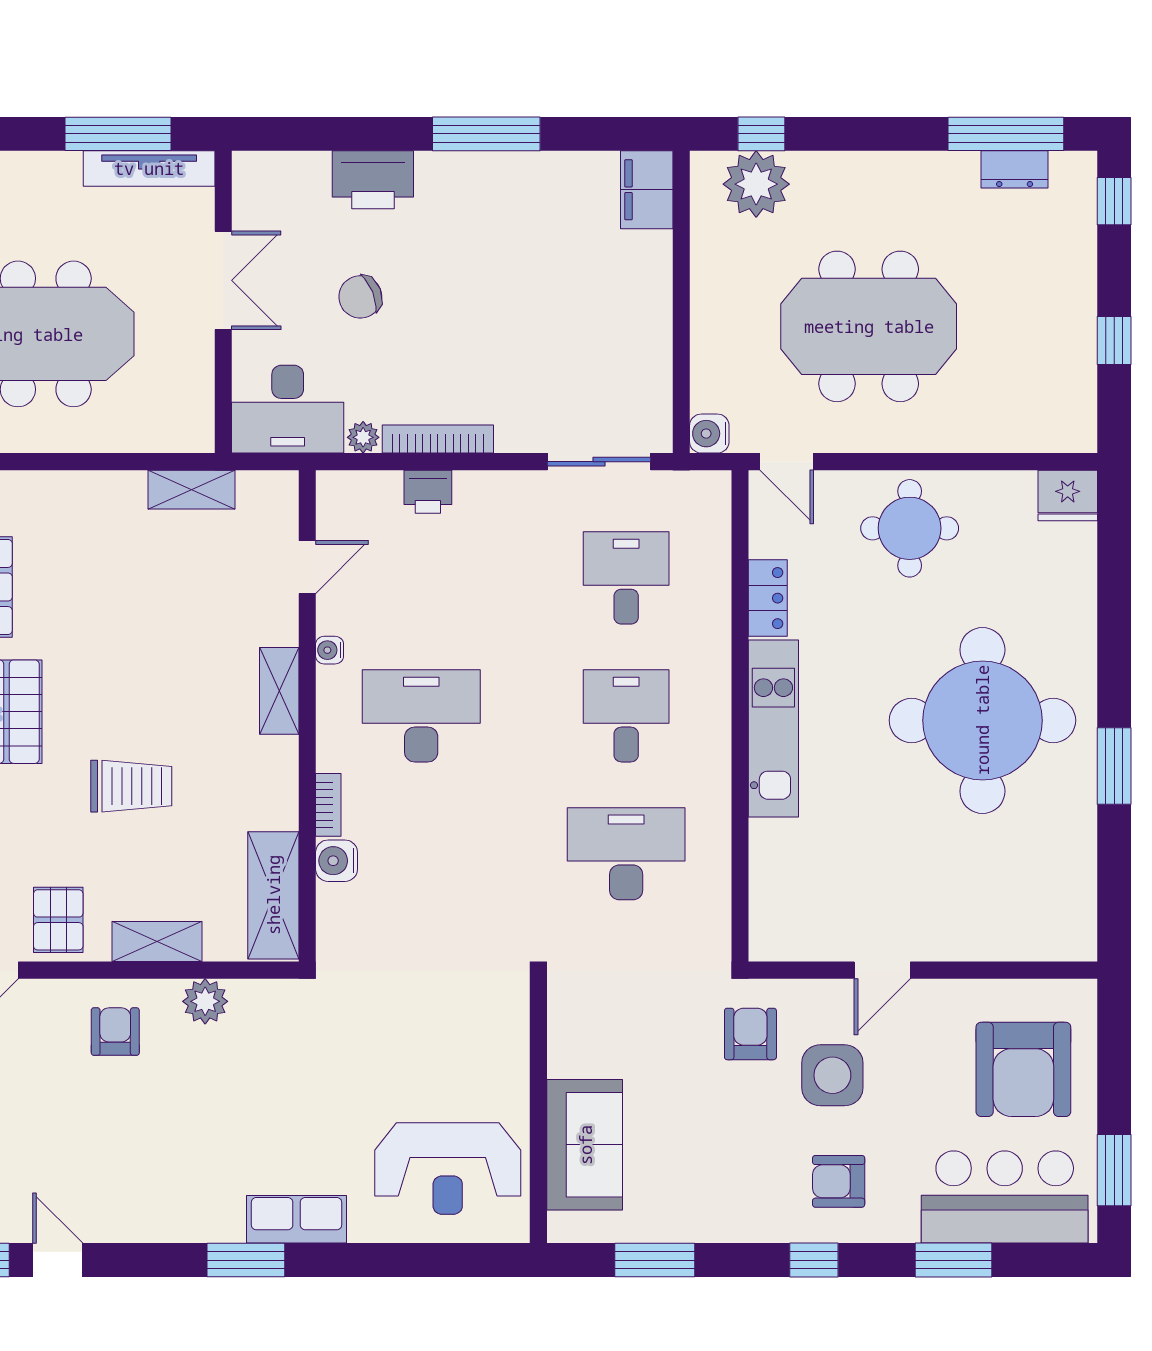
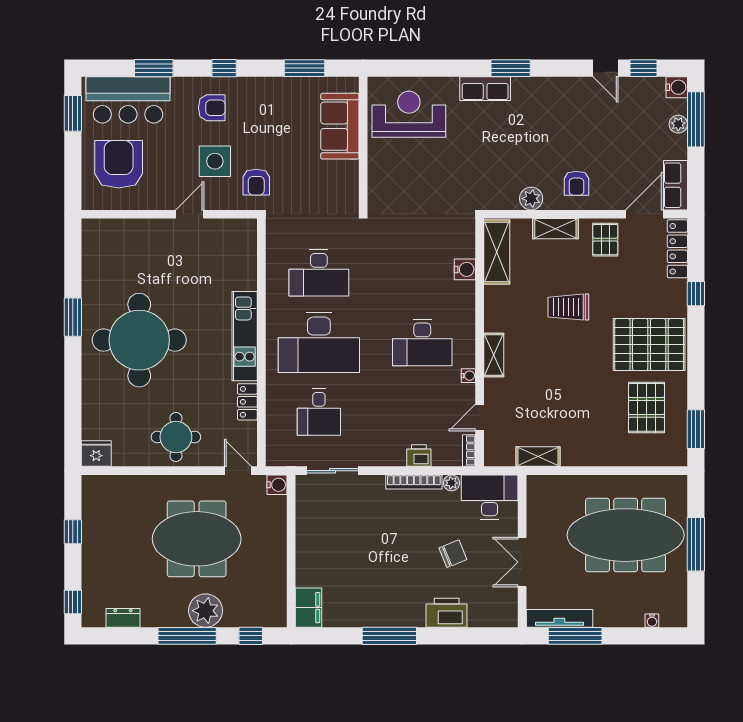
window: (1006, 134) -> (187, 636), moved
plant: (756, 184) -> (206, 611), moved
desk: (626, 716) -> (319, 342), width x1.87, depth x1.30
bookcase: (328, 805) -> (469, 451), moved

